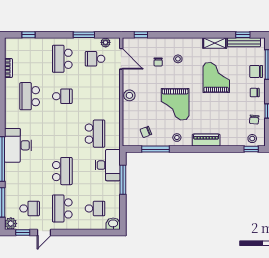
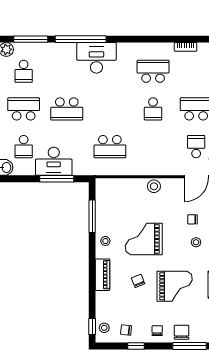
chair: (146, 132) -> (138, 281), moved
desk: (108, 165) -> (54, 161), moved

